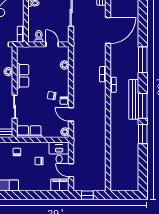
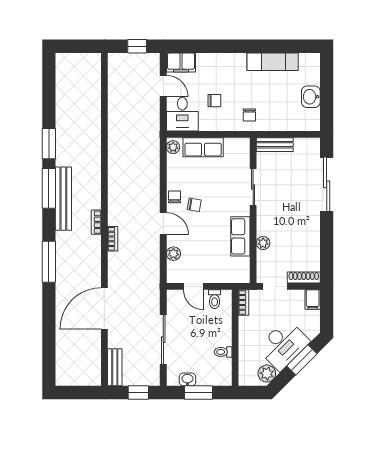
door: (71, 114) -> (163, 224), moved
row of seats: (29, 132) -> (203, 147), moved

